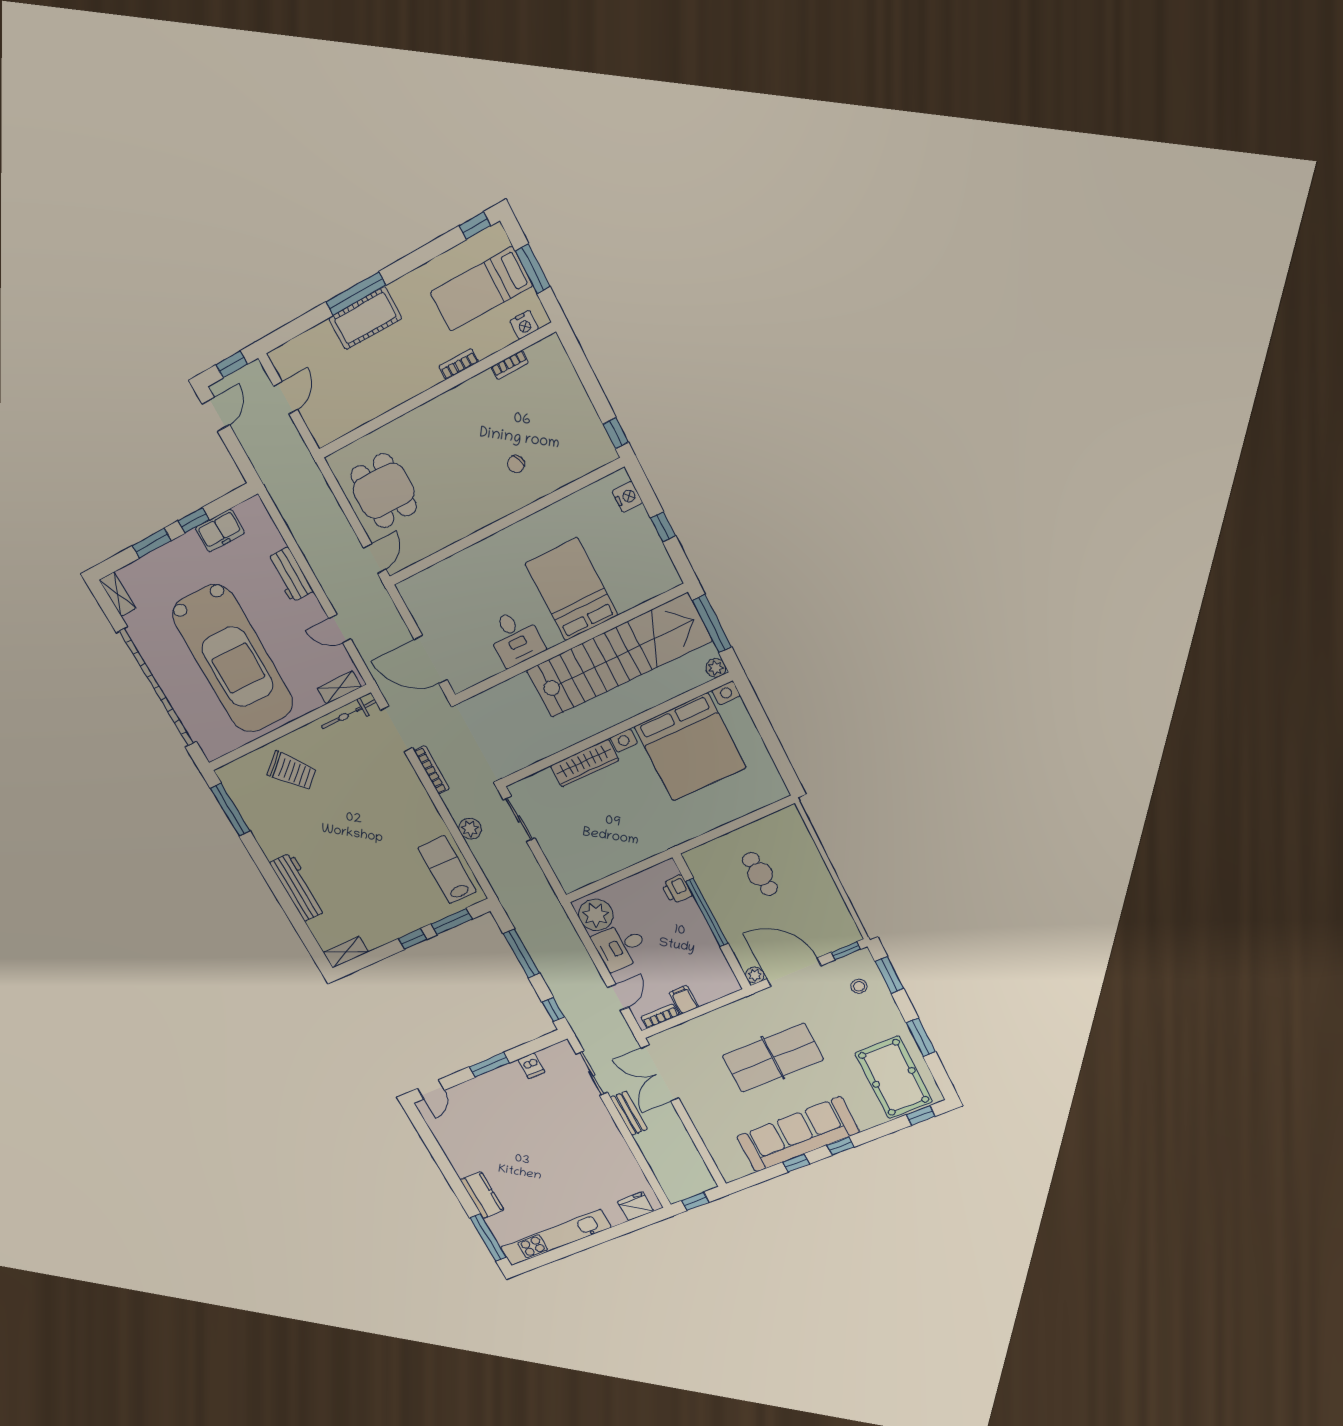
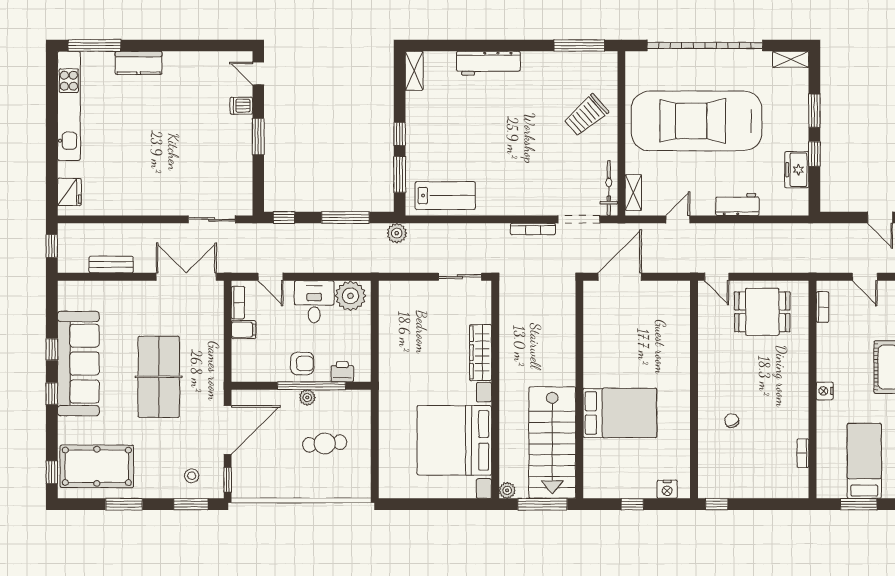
nightstand: (524, 325) -> (825, 391), moved
bookcase: (459, 364) -> (822, 307), moved
desk: (515, 638) -> (604, 351), removed
stairs: (619, 656) -> (552, 443), width x0.73
plant: (470, 829) -> (397, 233), moved
armchair: (689, 931) -> (302, 364), added
plant: (755, 975) -> (307, 397), moved
dishwasher: (531, 1066) -> (241, 106), moved
bench: (629, 1113) -> (111, 265), moved

